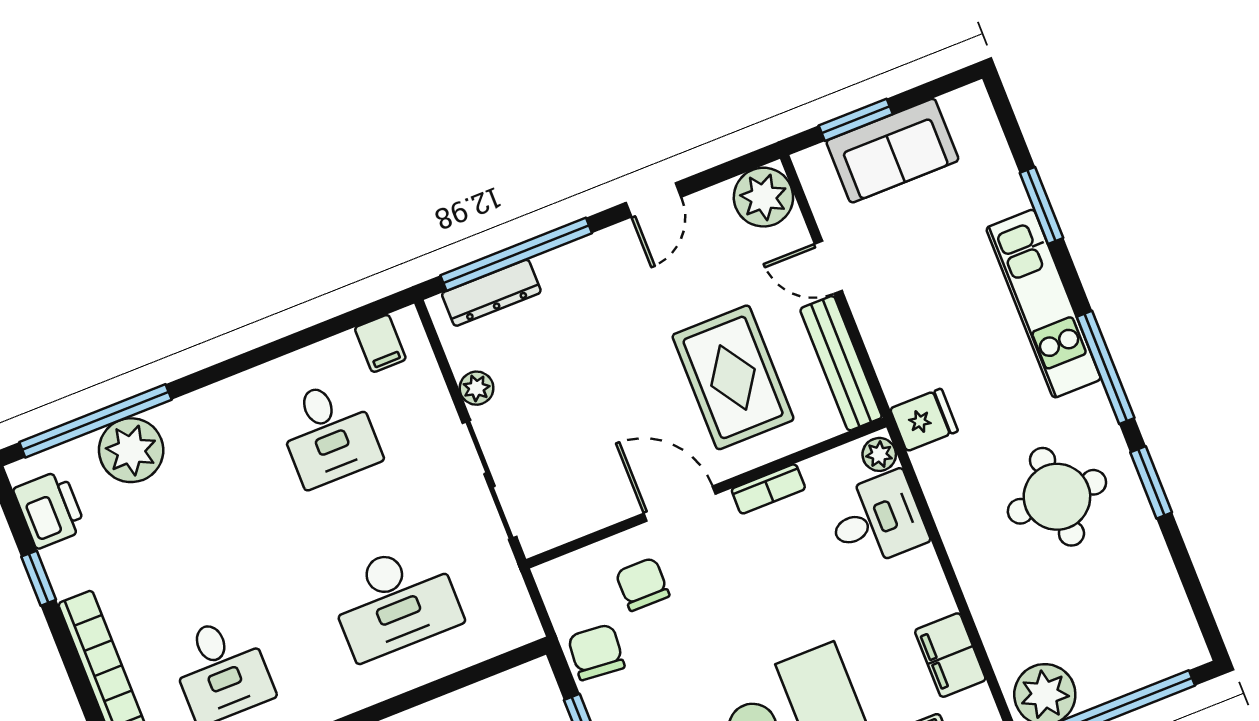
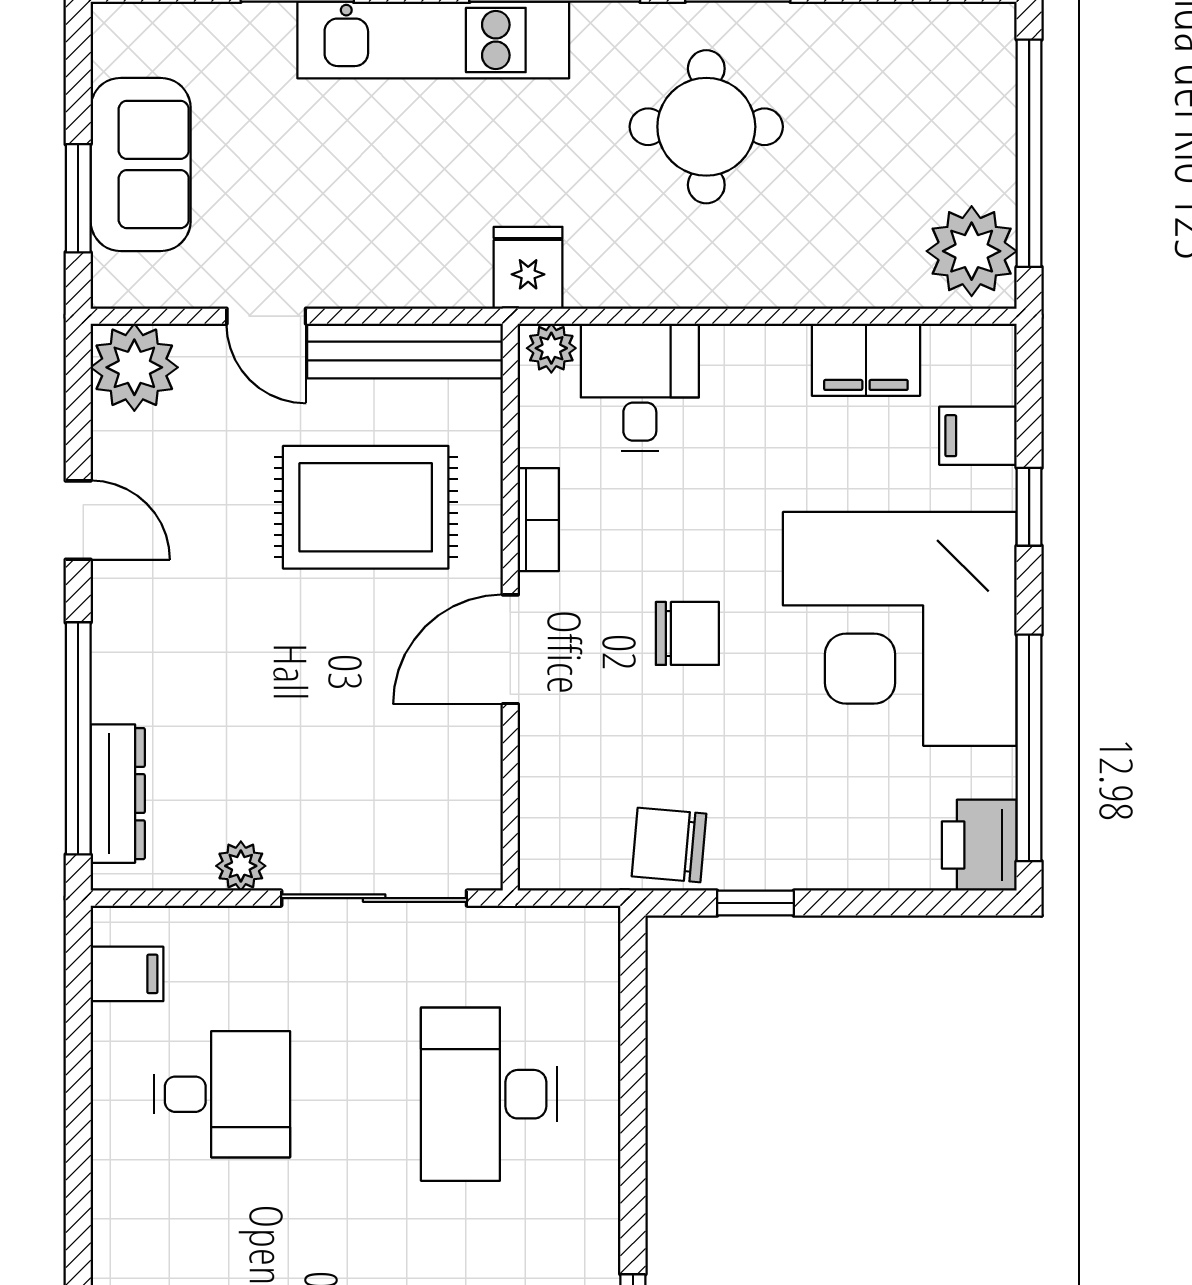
door: (828, 267) -> (266, 316), hinge flipped
chair: (642, 584) -> (687, 633), moved, turned 180
desk: (395, 601) -> (489, 1094), turned 180

